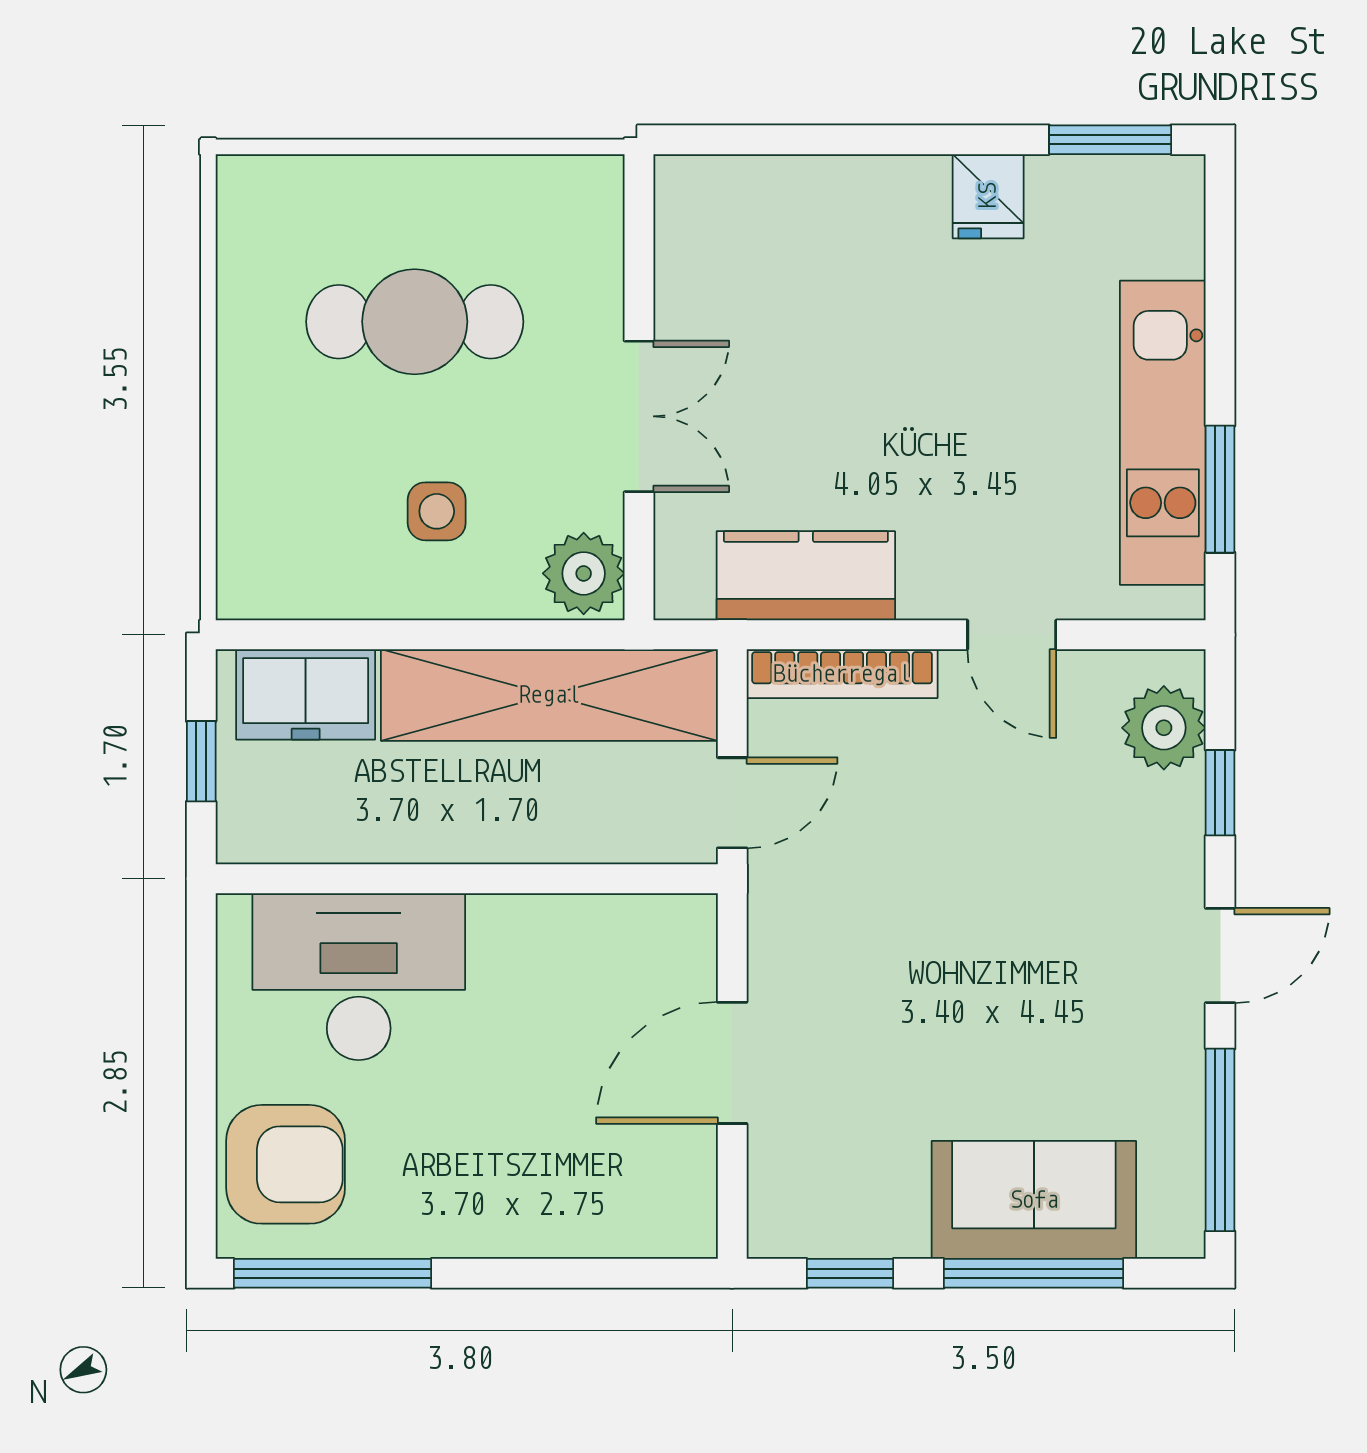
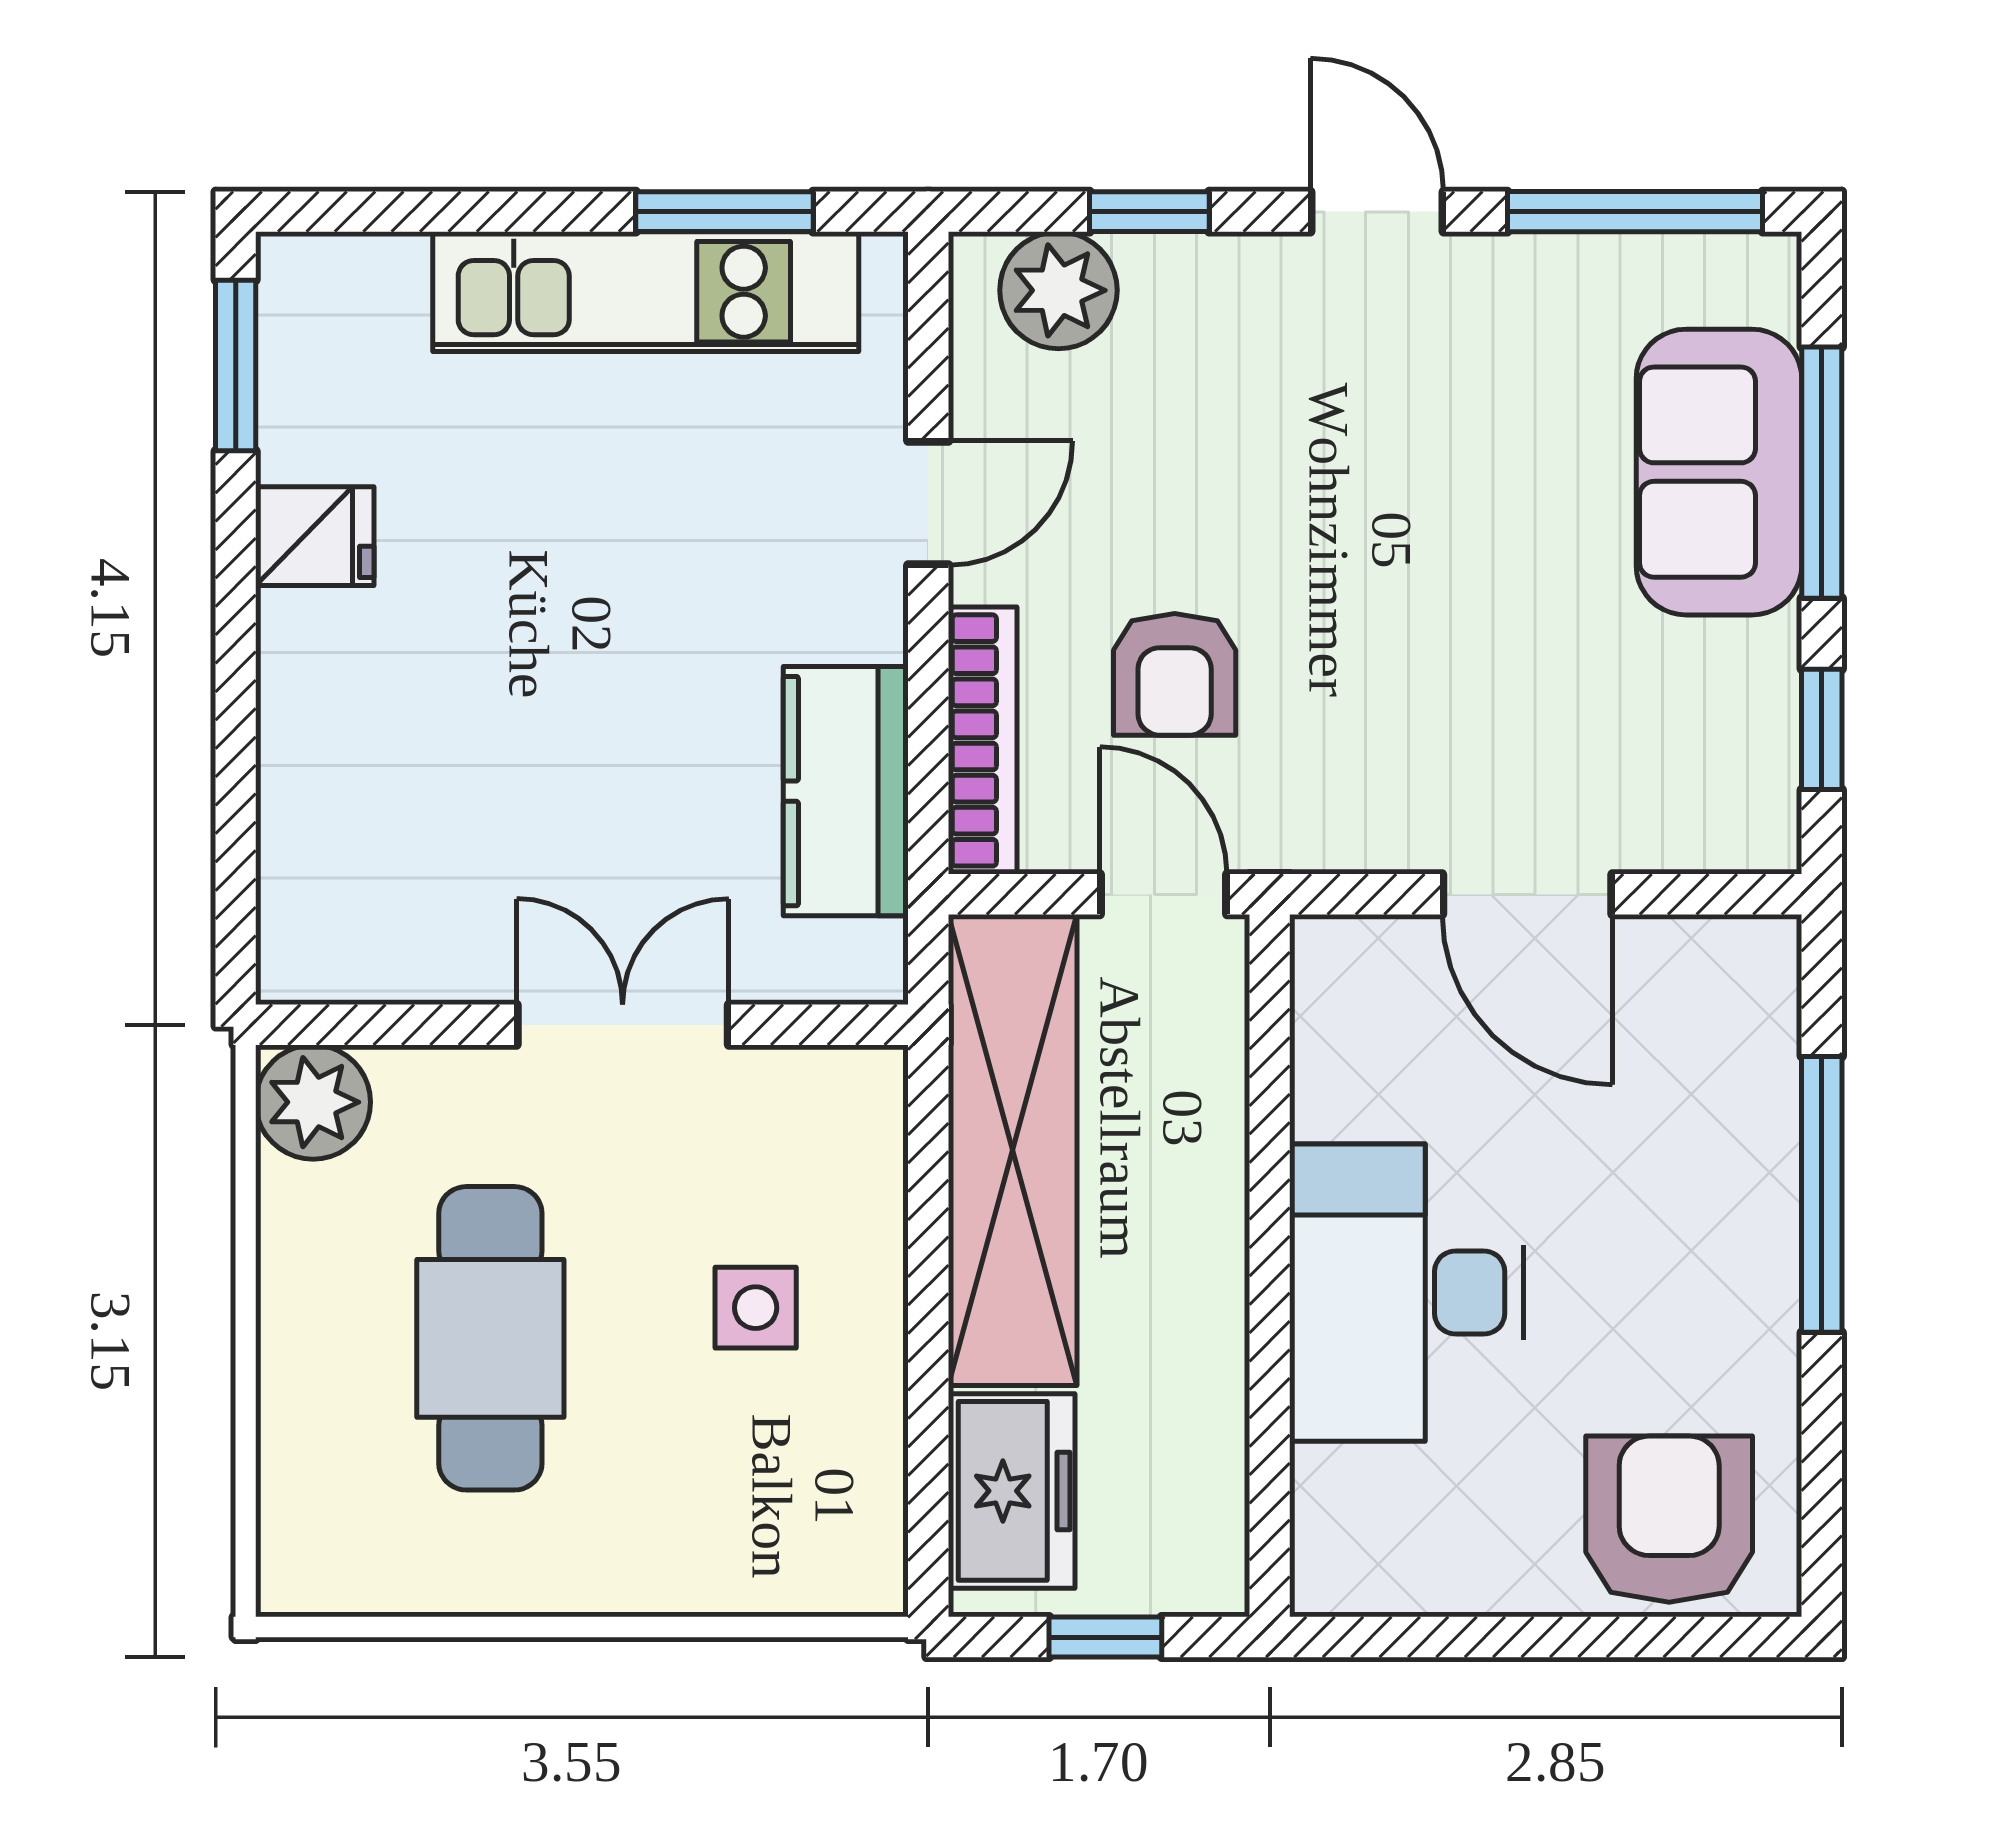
plant: (584, 573) -> (313, 1102), moved
armchair: (889, 811) -> (1175, 674), added
desk: (359, 977) -> (1407, 1293), moved
window: (333, 1273) -> (1822, 1194), moved

